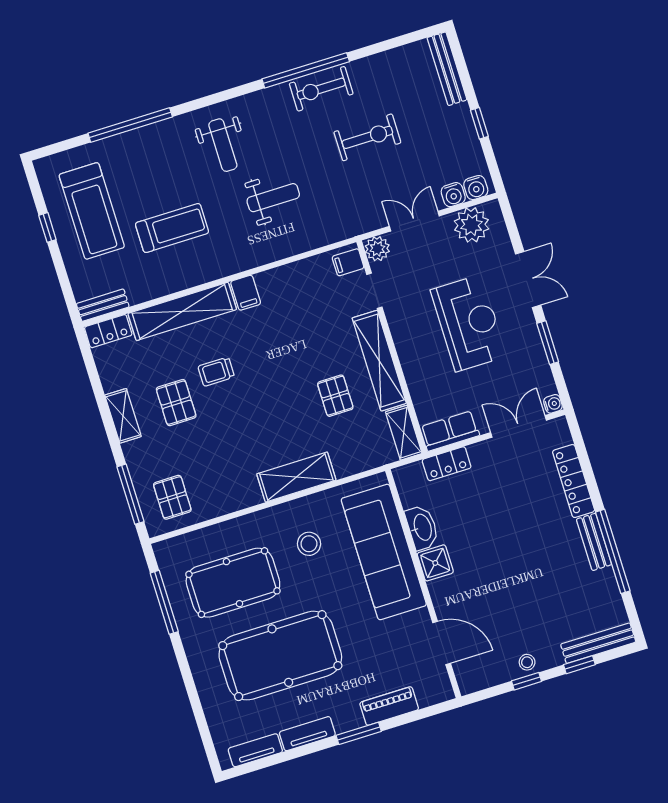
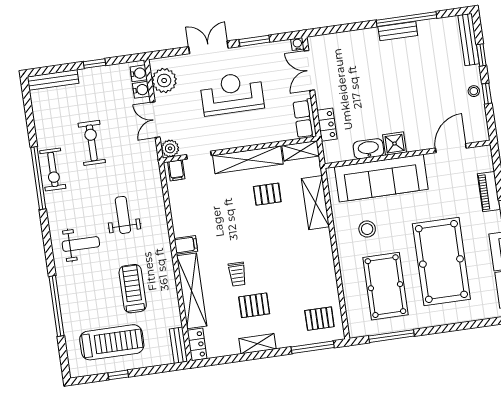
shelving: (296, 477) -> (315, 203), moved
locker: (574, 481) -> (353, 38), removed

